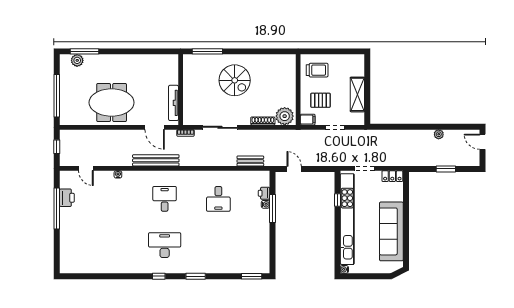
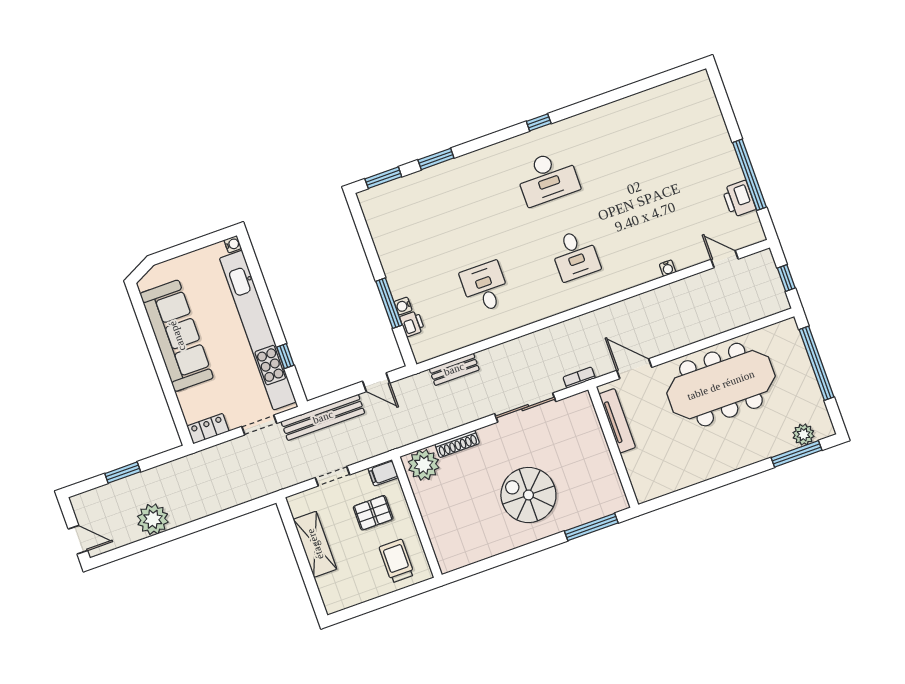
trolley: (317, 70) -> (397, 561), turned 90
meeting table: (112, 103) -> (721, 385), width x1.36
plant: (439, 134) -> (153, 519), width x1.88, depth x1.88
bench: (156, 160) -> (323, 417), moved
window: (196, 276) -> (436, 159), moved

